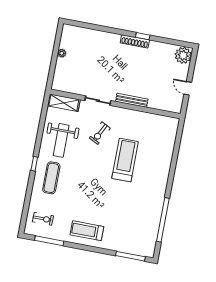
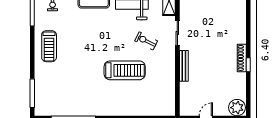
treadmill: (87, 231) -> (49, 46), turned 180

